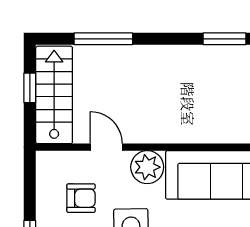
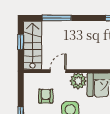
door: (106, 147) -> (58, 71), hinge flipped
armchair: (81, 198) -> (46, 96), turned -90

